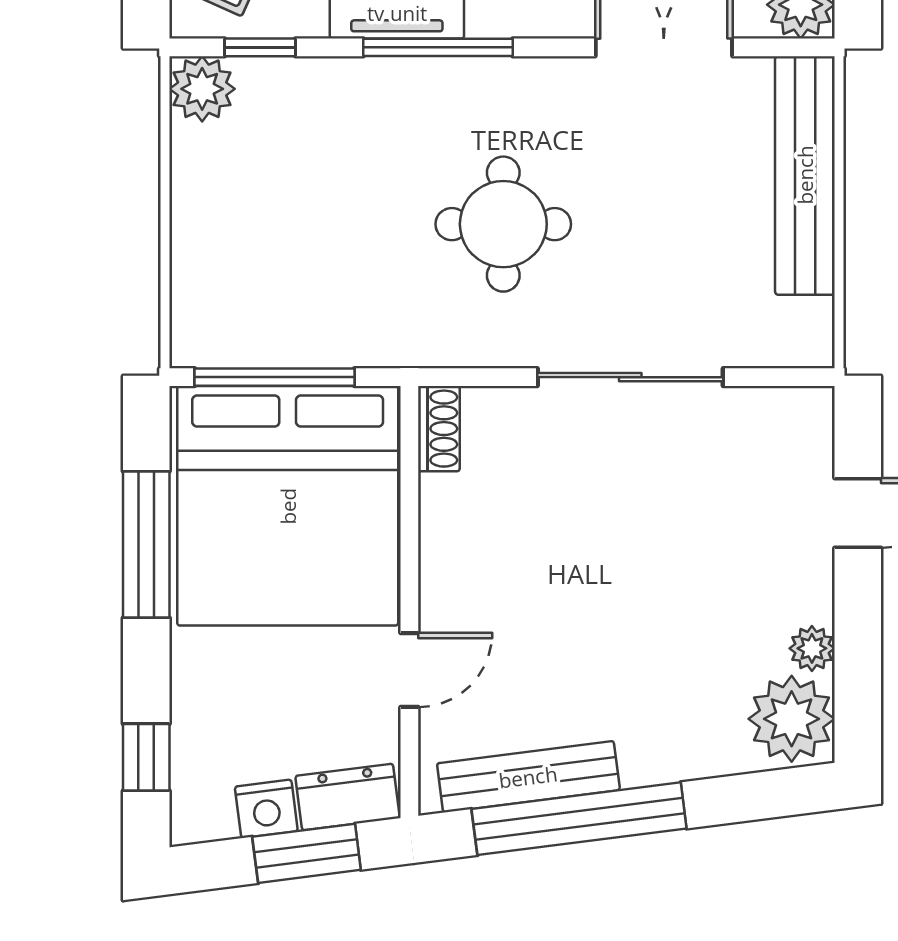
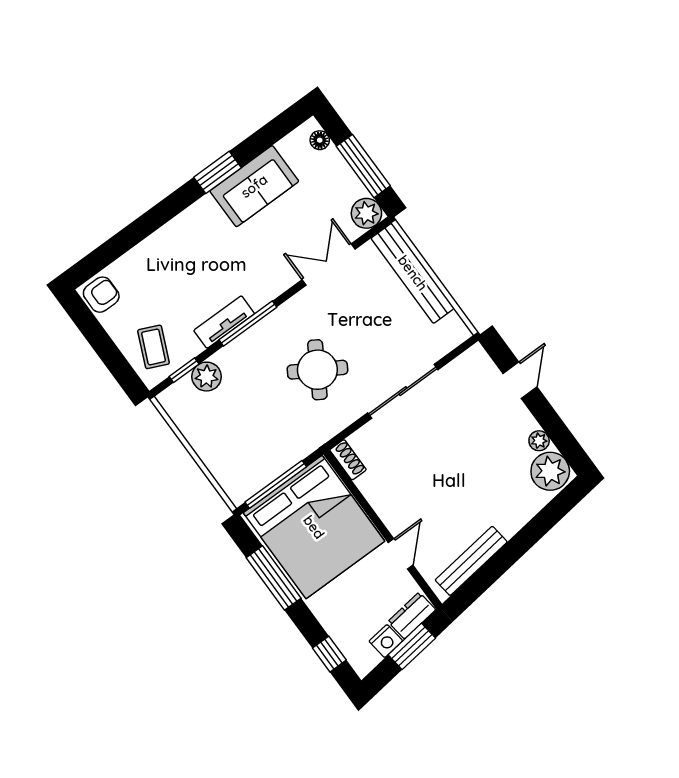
plant: (202, 89) -> (207, 377), moved
round table: (503, 224) -> (317, 370), turned 31
window: (579, 819) -> (500, 563), removed

